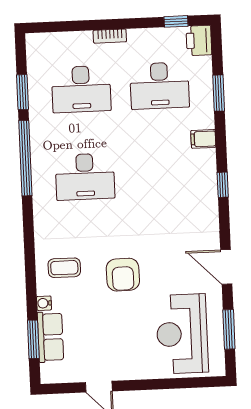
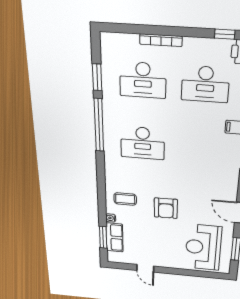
bookcase: (110, 36) -> (161, 40), width x1.56

